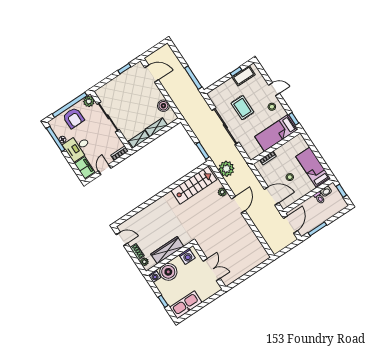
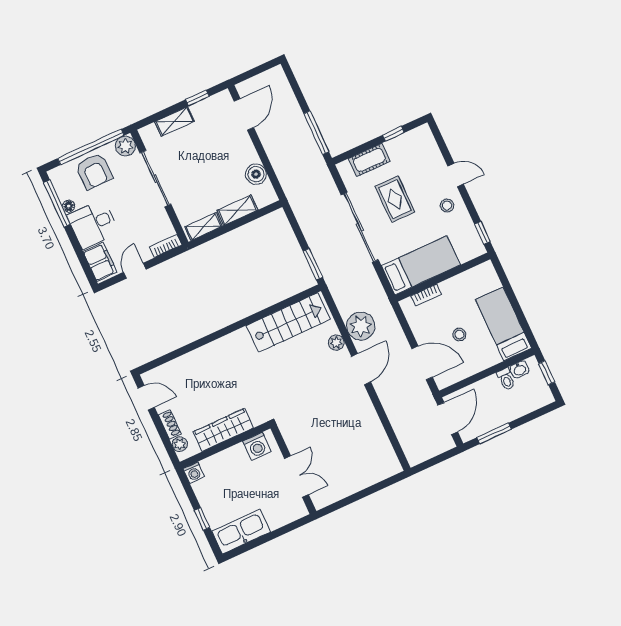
door: (152, 74) -> (244, 114), hinge flipped
cot: (244, 76) -> (369, 160), moved
shelving: (114, 84) -> (174, 122), added
bed: (276, 133) -> (421, 265), moved, turned 180
plant: (226, 169) -> (361, 326), moved
boiler: (168, 272) -> (219, 469), removed

